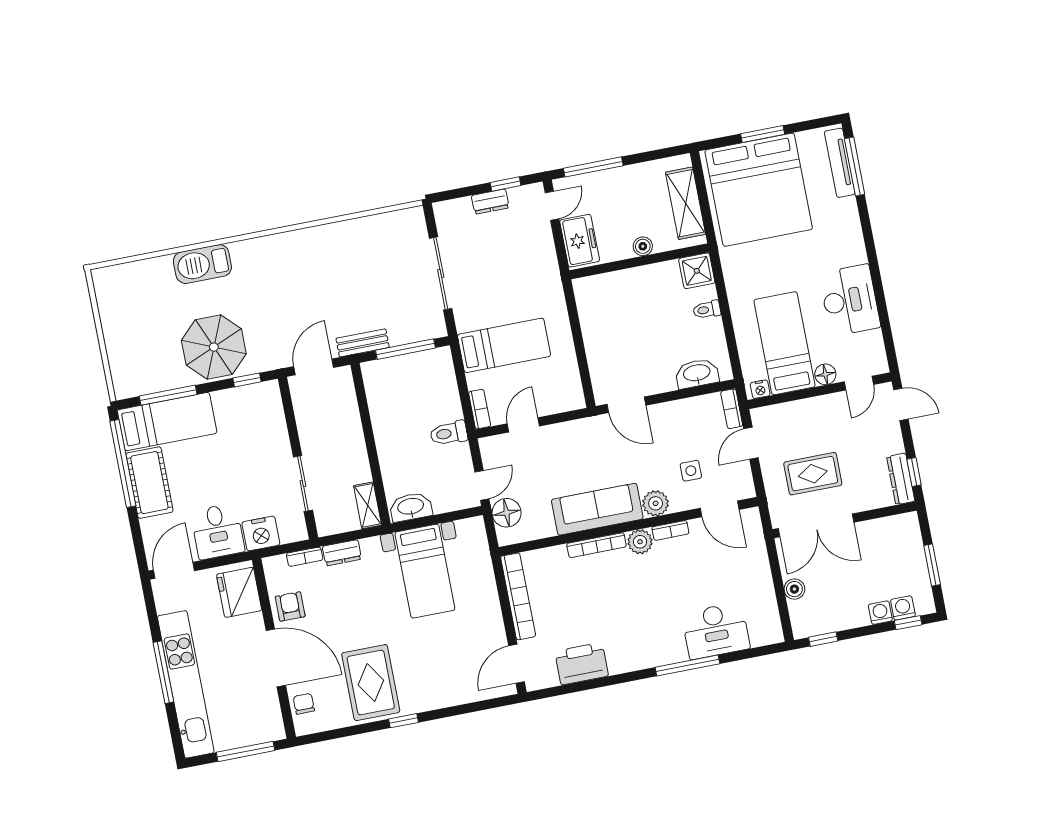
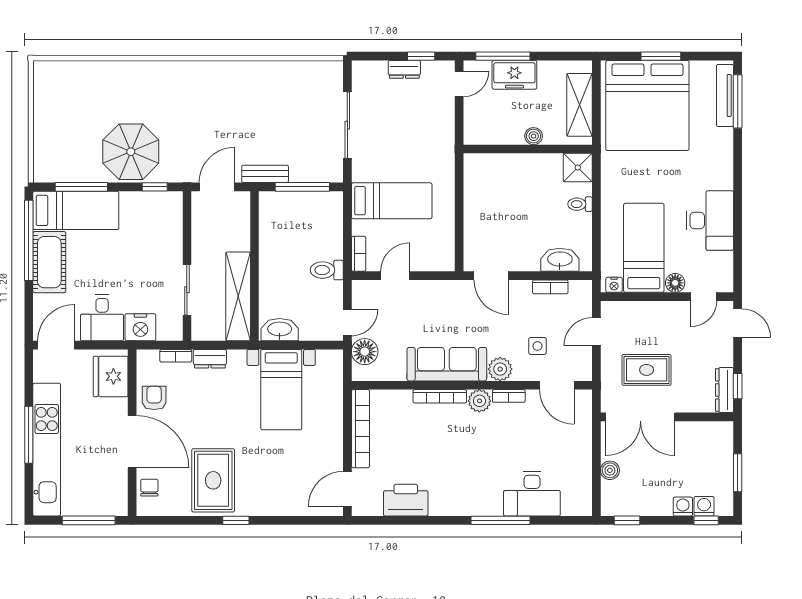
freezer: (580, 241) -> (514, 75), moved, turned 90
barbecue: (202, 264) -> (135, 75), removed
bookcase: (732, 409) -> (550, 287), moved, turned -90
shelving: (368, 505) -> (238, 296), width x2.20, depth x1.33

